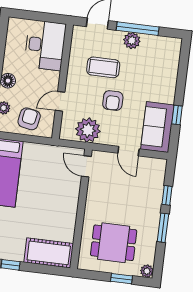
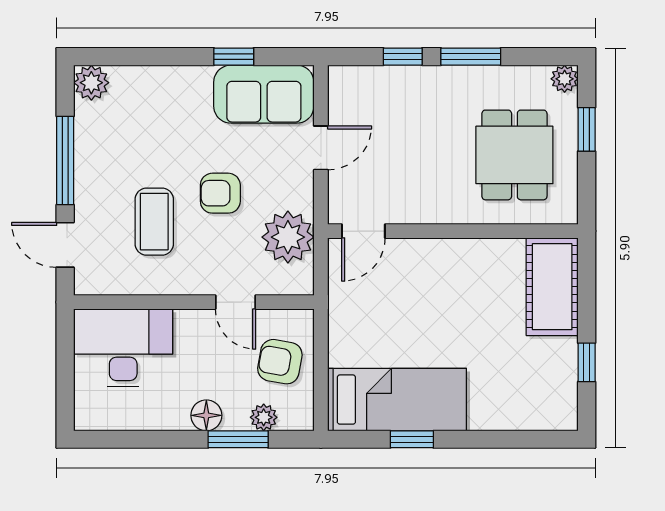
plant: (132, 41) -> (91, 83), moved
armchair: (113, 101) -> (220, 193), turned 180

